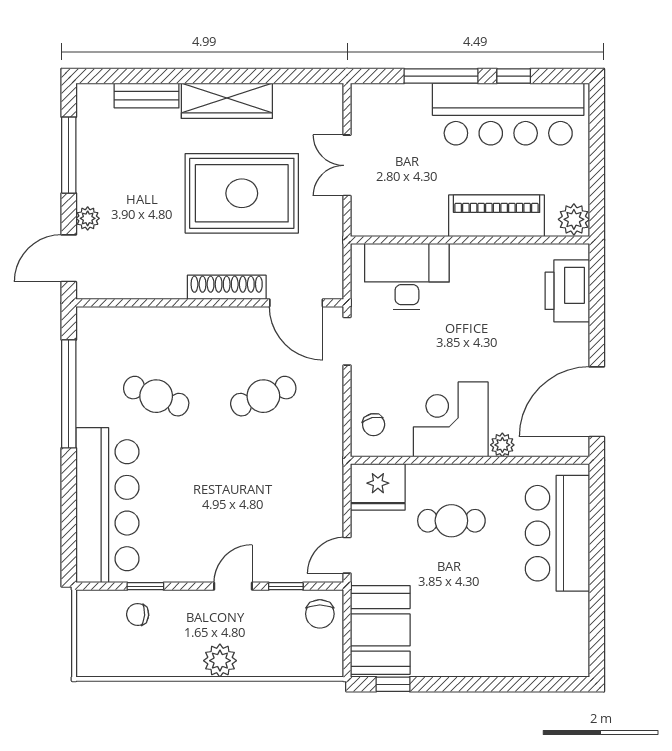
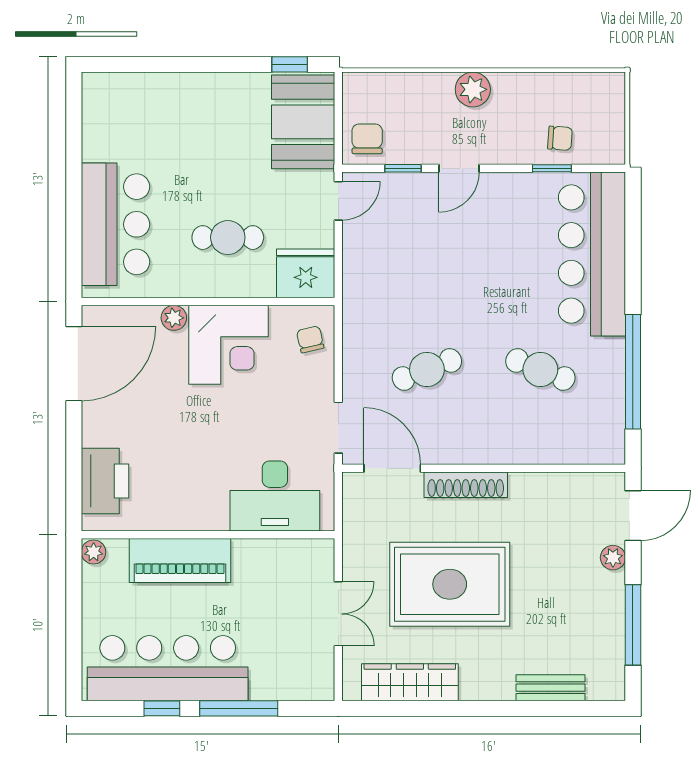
wardrobe: (227, 101) -> (410, 682), moved
plant: (574, 219) -> (94, 552), width x0.73, depth x0.73

